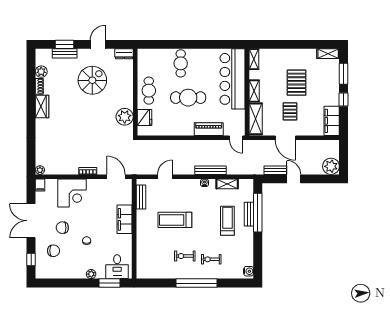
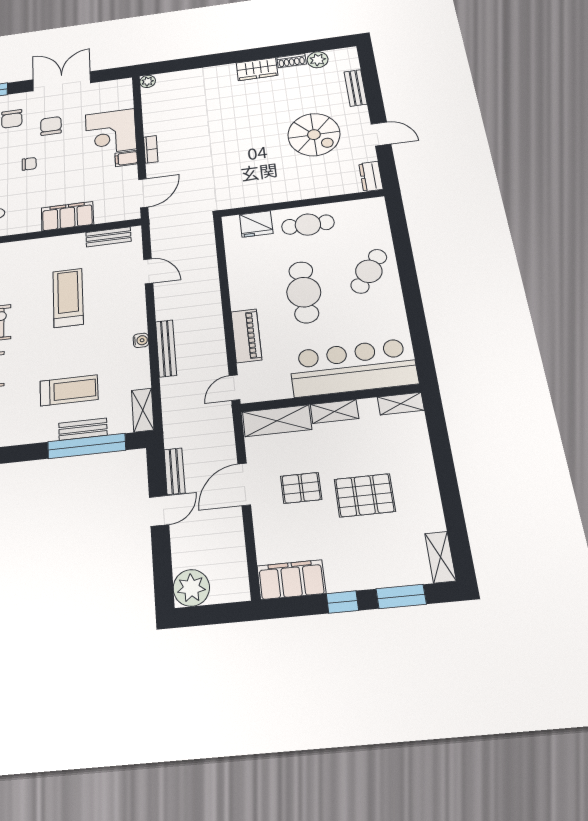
window: (64, 44) -> (372, 86), removed
cafe table: (181, 63) -> (369, 271), turned -54
plant: (125, 117) -> (254, 192), removed
shelving: (227, 184) -> (143, 410), moved
filing cabinet: (40, 185) -> (126, 158), moved

